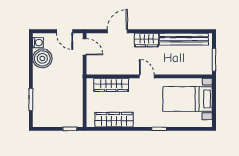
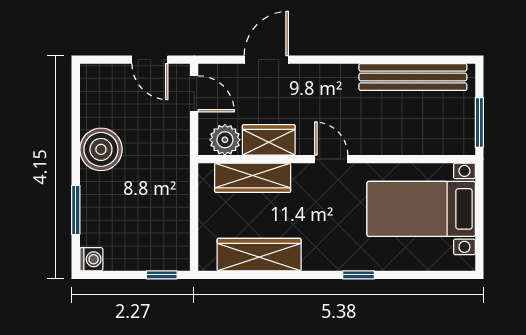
wardrobe: (146, 40) -> (269, 140), moved, turned 180
washing machine: (38, 43) -> (91, 259), moved
boiler: (42, 58) -> (101, 149), moved
plant: (99, 68) -> (225, 140), added

